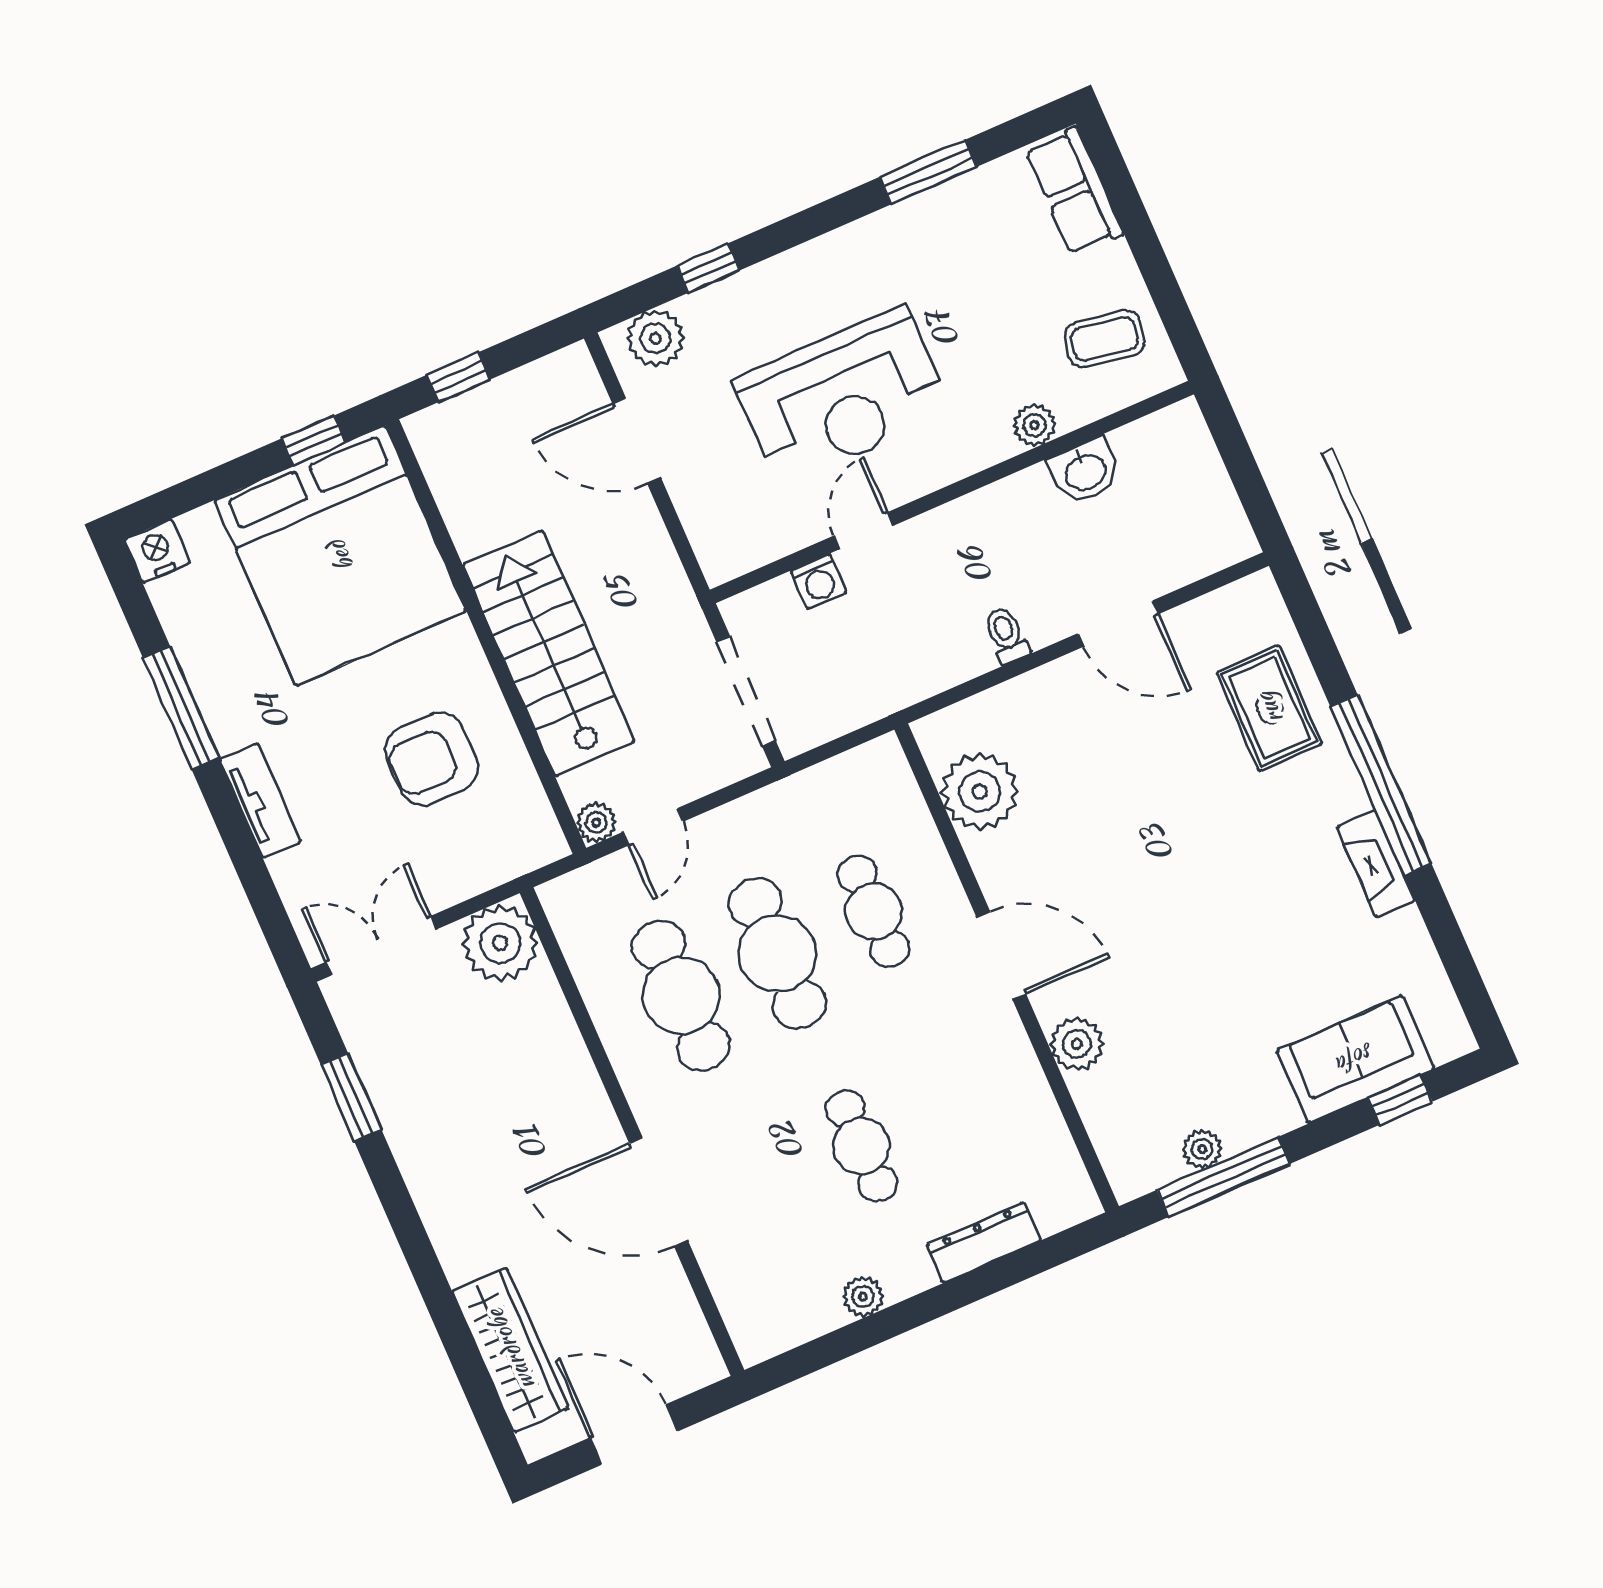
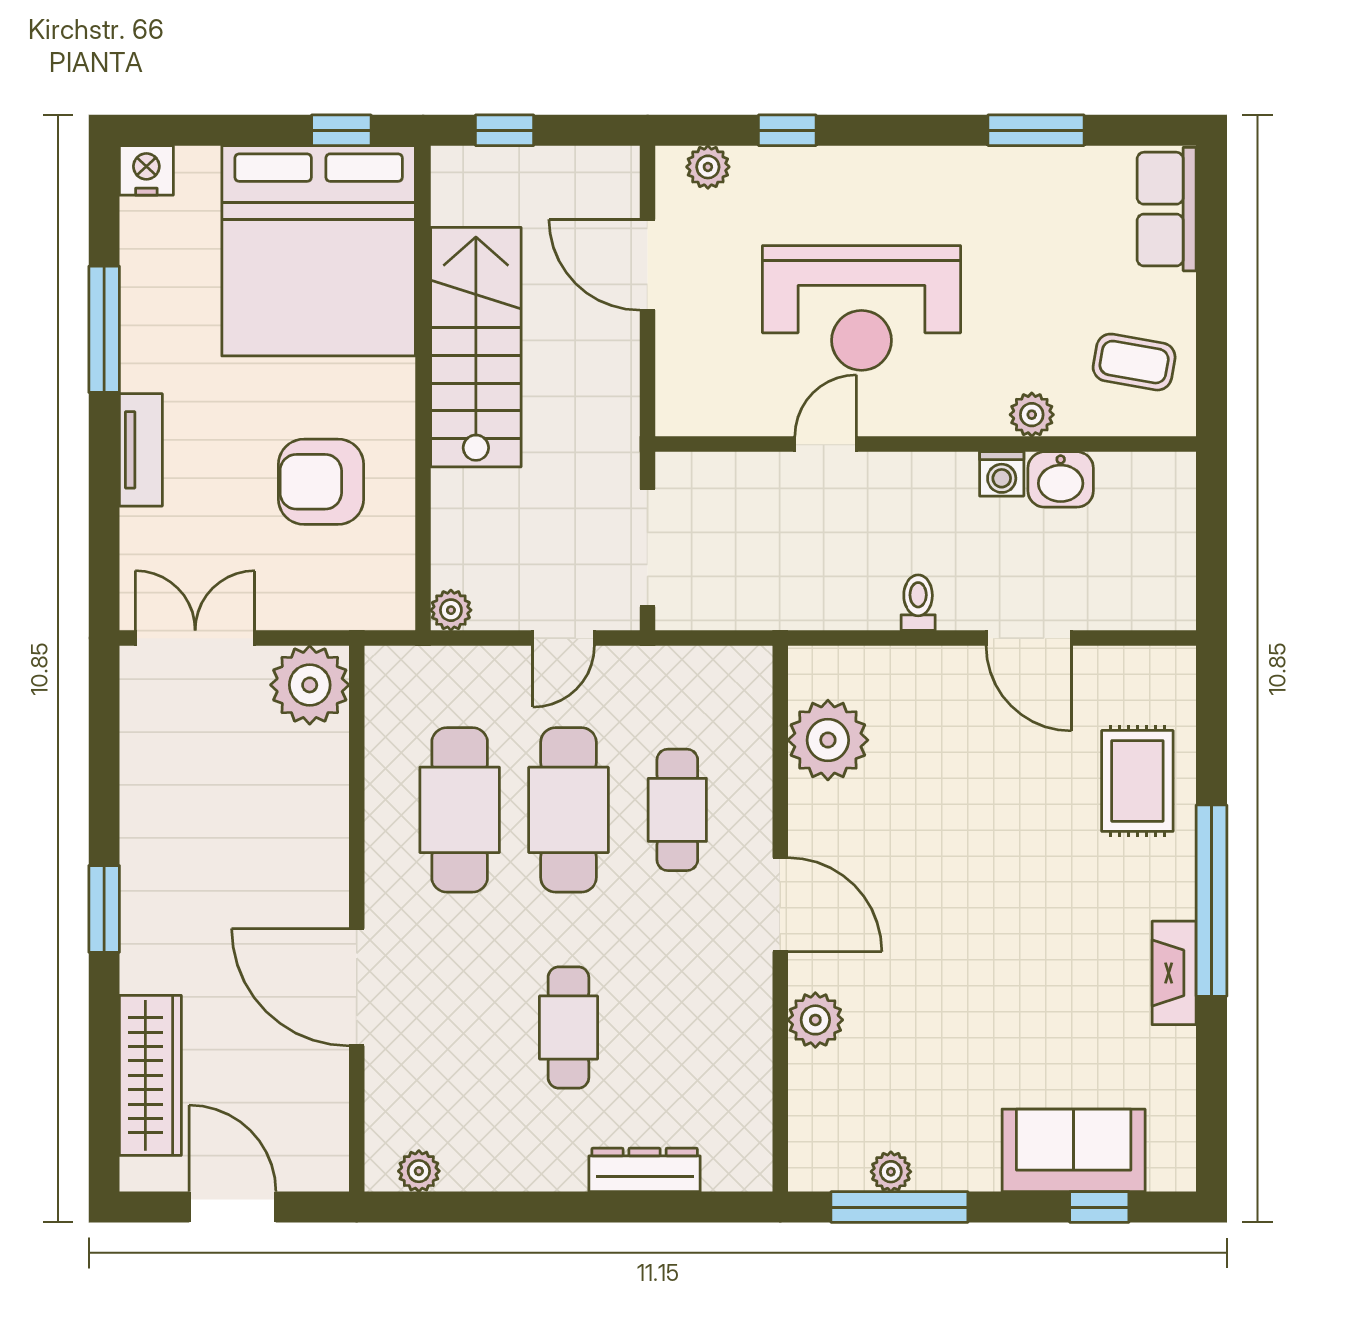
plant: (655, 338) -> (708, 167), width x0.73, depth x0.73
washing machine: (819, 582) -> (1002, 474), moved
stairs: (549, 653) -> (476, 347), moved
door: (653, 827) -> (564, 638), moved
window: (351, 1097) -> (104, 909), moved
plant: (863, 1296) -> (419, 1171), moved

